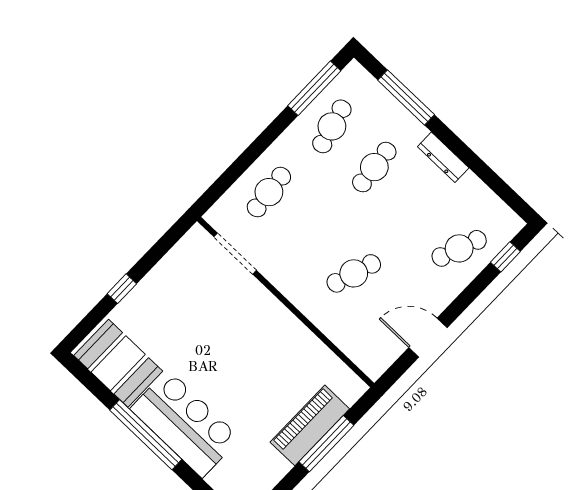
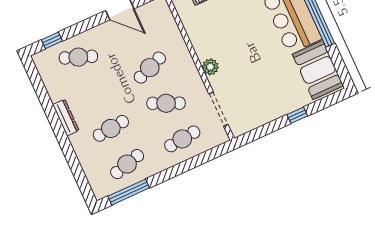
window: (406, 97) -> (74, 164), removed
cafe table: (311, 233) -> (166, 103), added
cafe table: (354, 273) -> (150, 68), turned -39
plant: (270, 308) -> (210, 67), added

